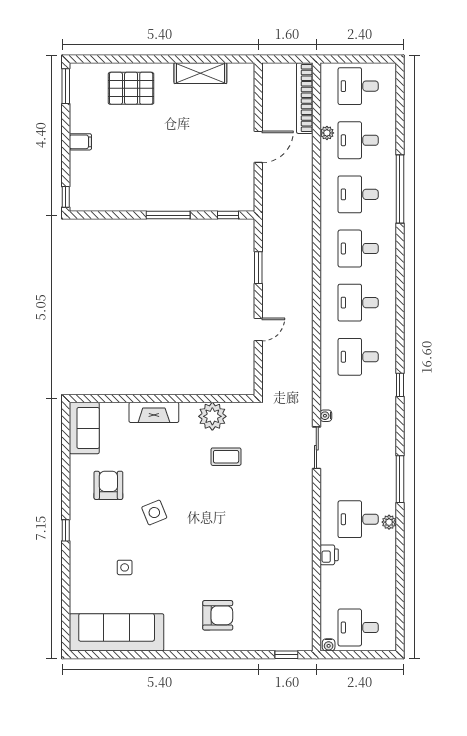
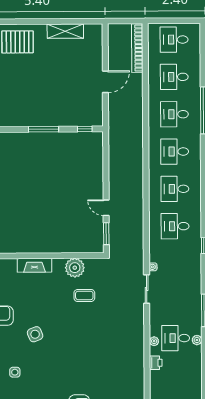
plant: (327, 133) -> (154, 341), moved
window: (258, 268) -> (106, 234), moved
door: (258, 330) -> (106, 208), swing flipped

